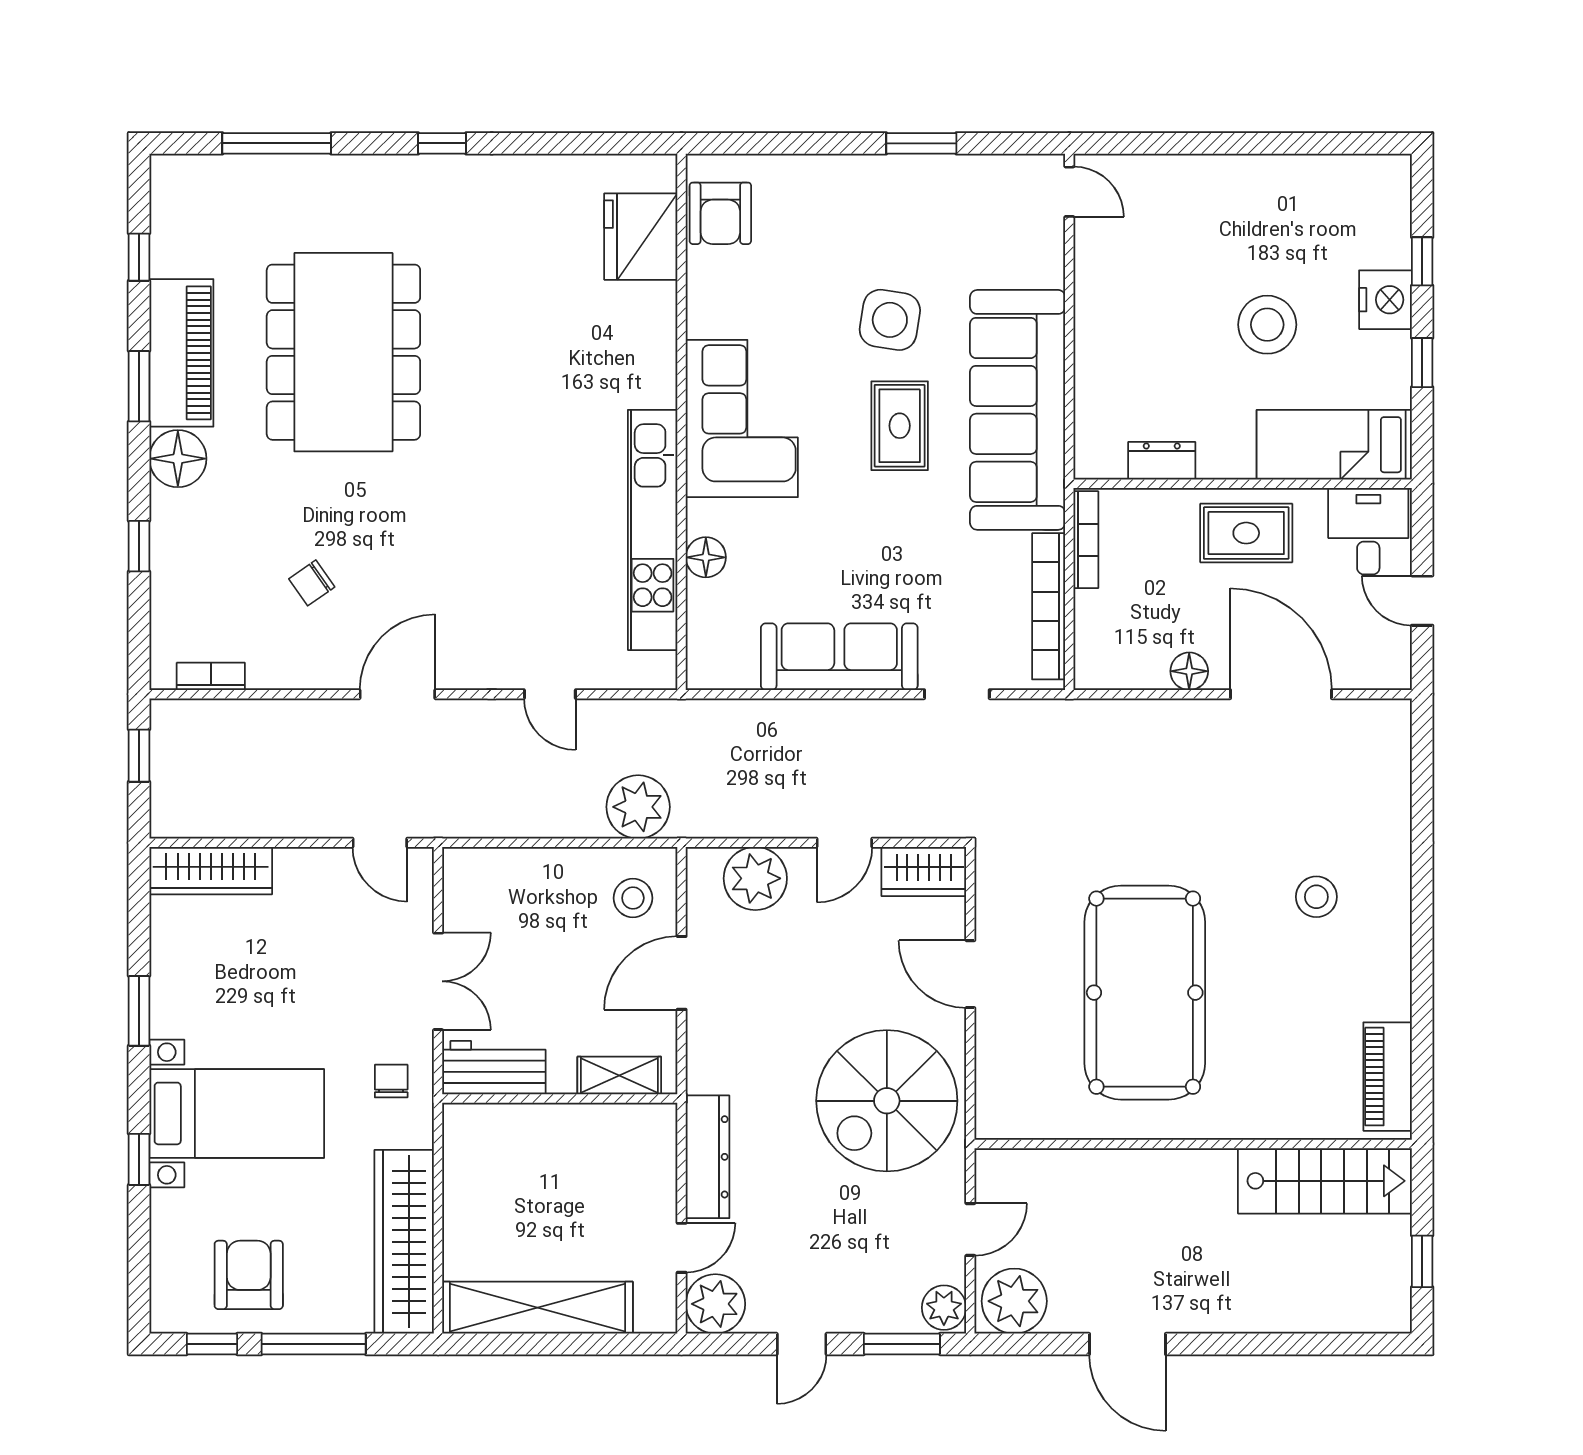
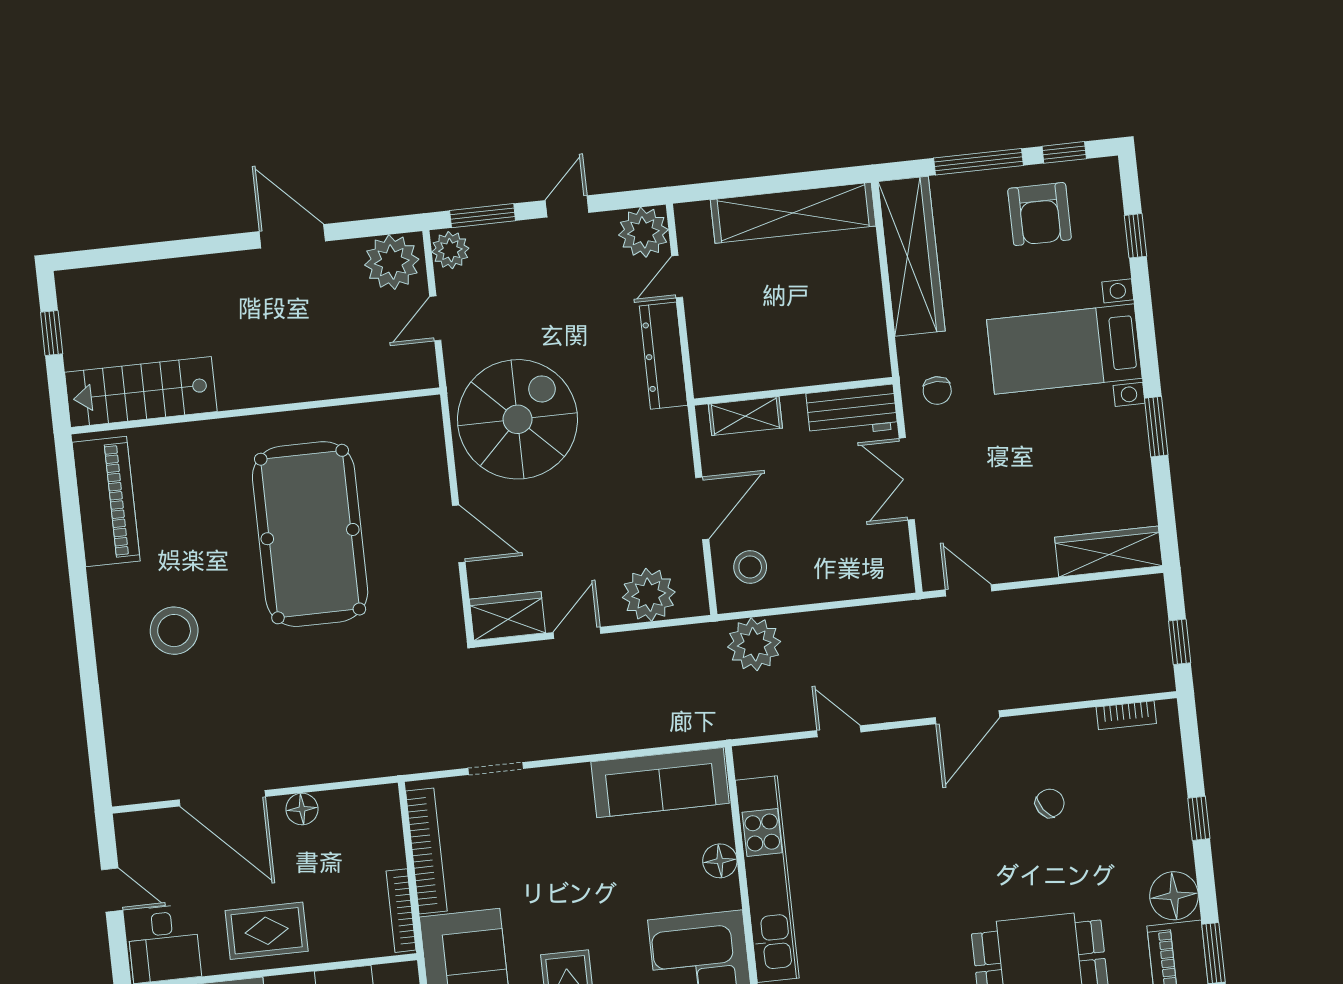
sofa: (839, 657) -> (660, 783), moved
stool: (1316, 897) -> (174, 631), width x1.38, depth x1.38
piano: (1388, 1077) -> (106, 502), width x1.37, depth x1.33
window: (139, 1159) -> (1136, 236), moved

